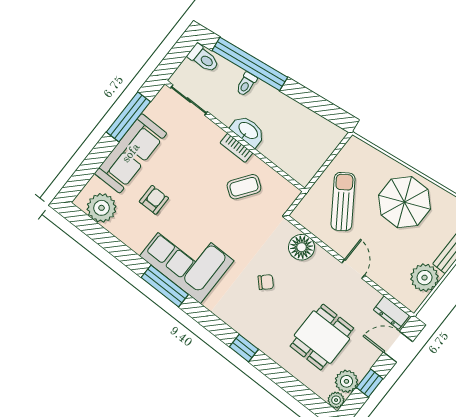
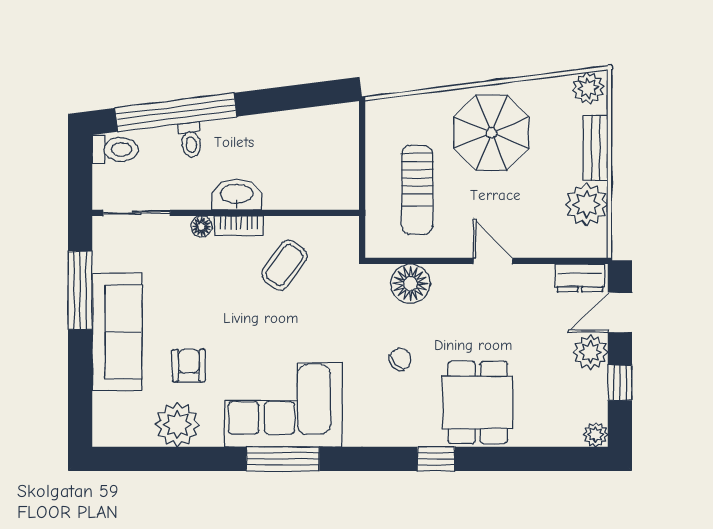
floor lamp: (217, 133) -> (201, 226), added
sun lounger: (343, 202) -> (417, 190), turned -146
plant: (102, 208) -> (177, 425), moved
dining table: (322, 337) -> (478, 402), moved
plant: (346, 381) -> (590, 352), moved

